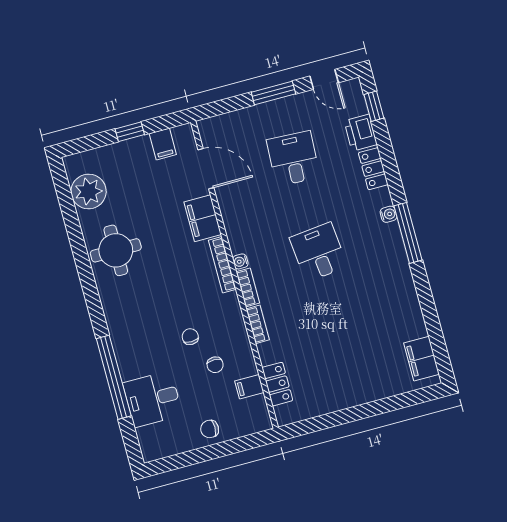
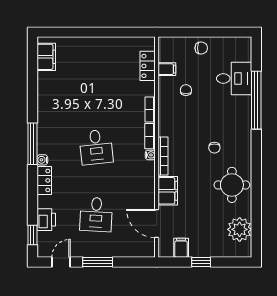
door: (324, 79) -> (61, 262), hinge flipped
locker: (373, 169) -> (44, 180), moved
chair: (190, 337) -> (214, 148), moved

